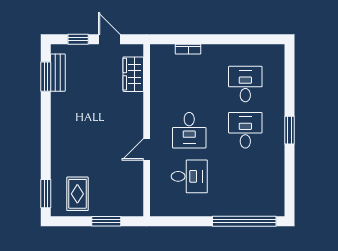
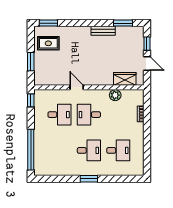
door: (109, 39) -> (147, 64), hinge flipped
bench: (58, 73) -> (103, 31), moved
plant: (159, 89) -> (115, 95), added
desk: (189, 176) -> (59, 115), turned -90
window: (167, 221) -> (31, 100), added

